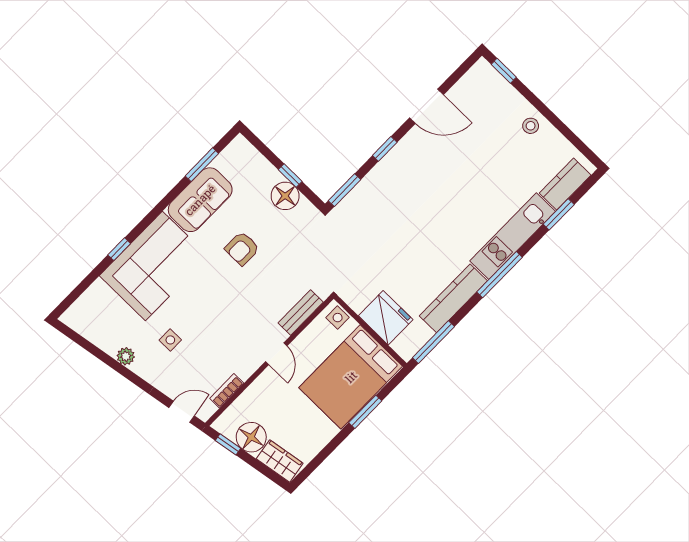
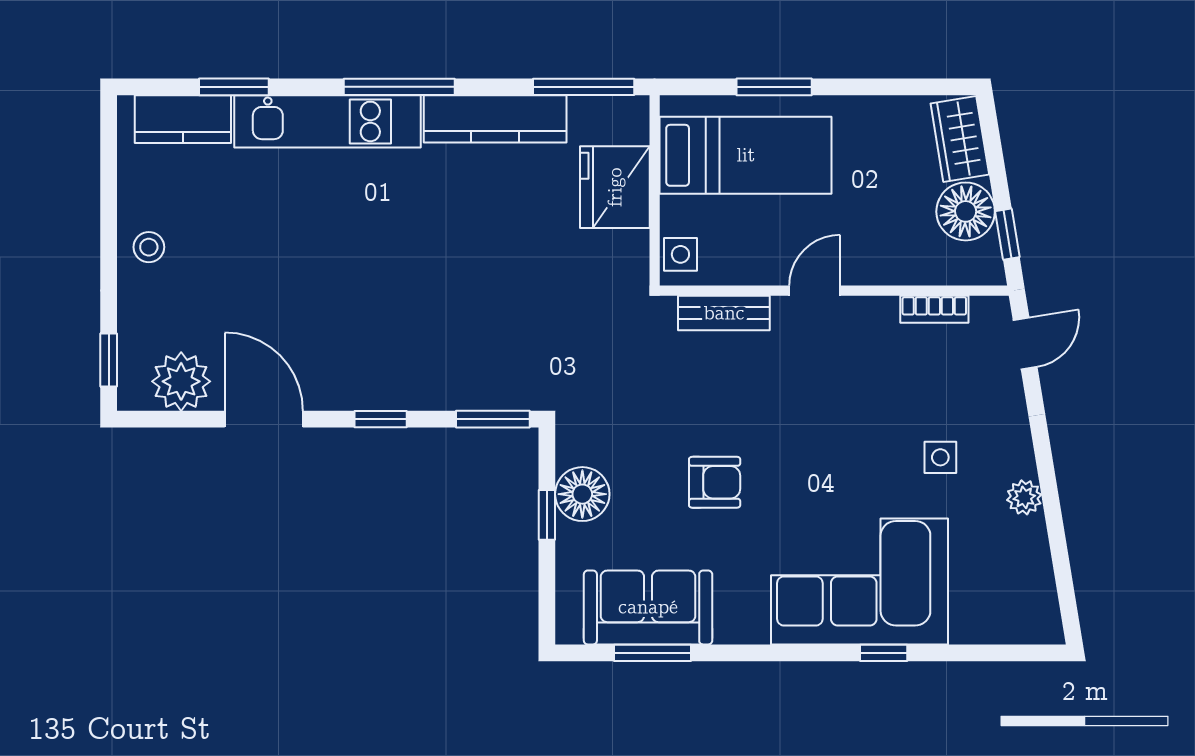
plant: (470, 89) -> (181, 381), added
sofa: (200, 200) -> (648, 607), moved
bed: (351, 377) -> (746, 155), width x0.67
door: (182, 412) -> (1025, 343), swing flipped

